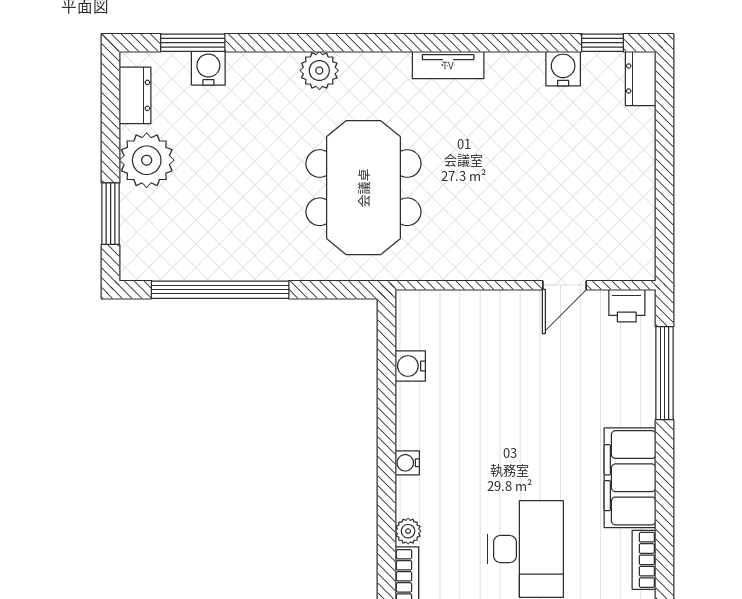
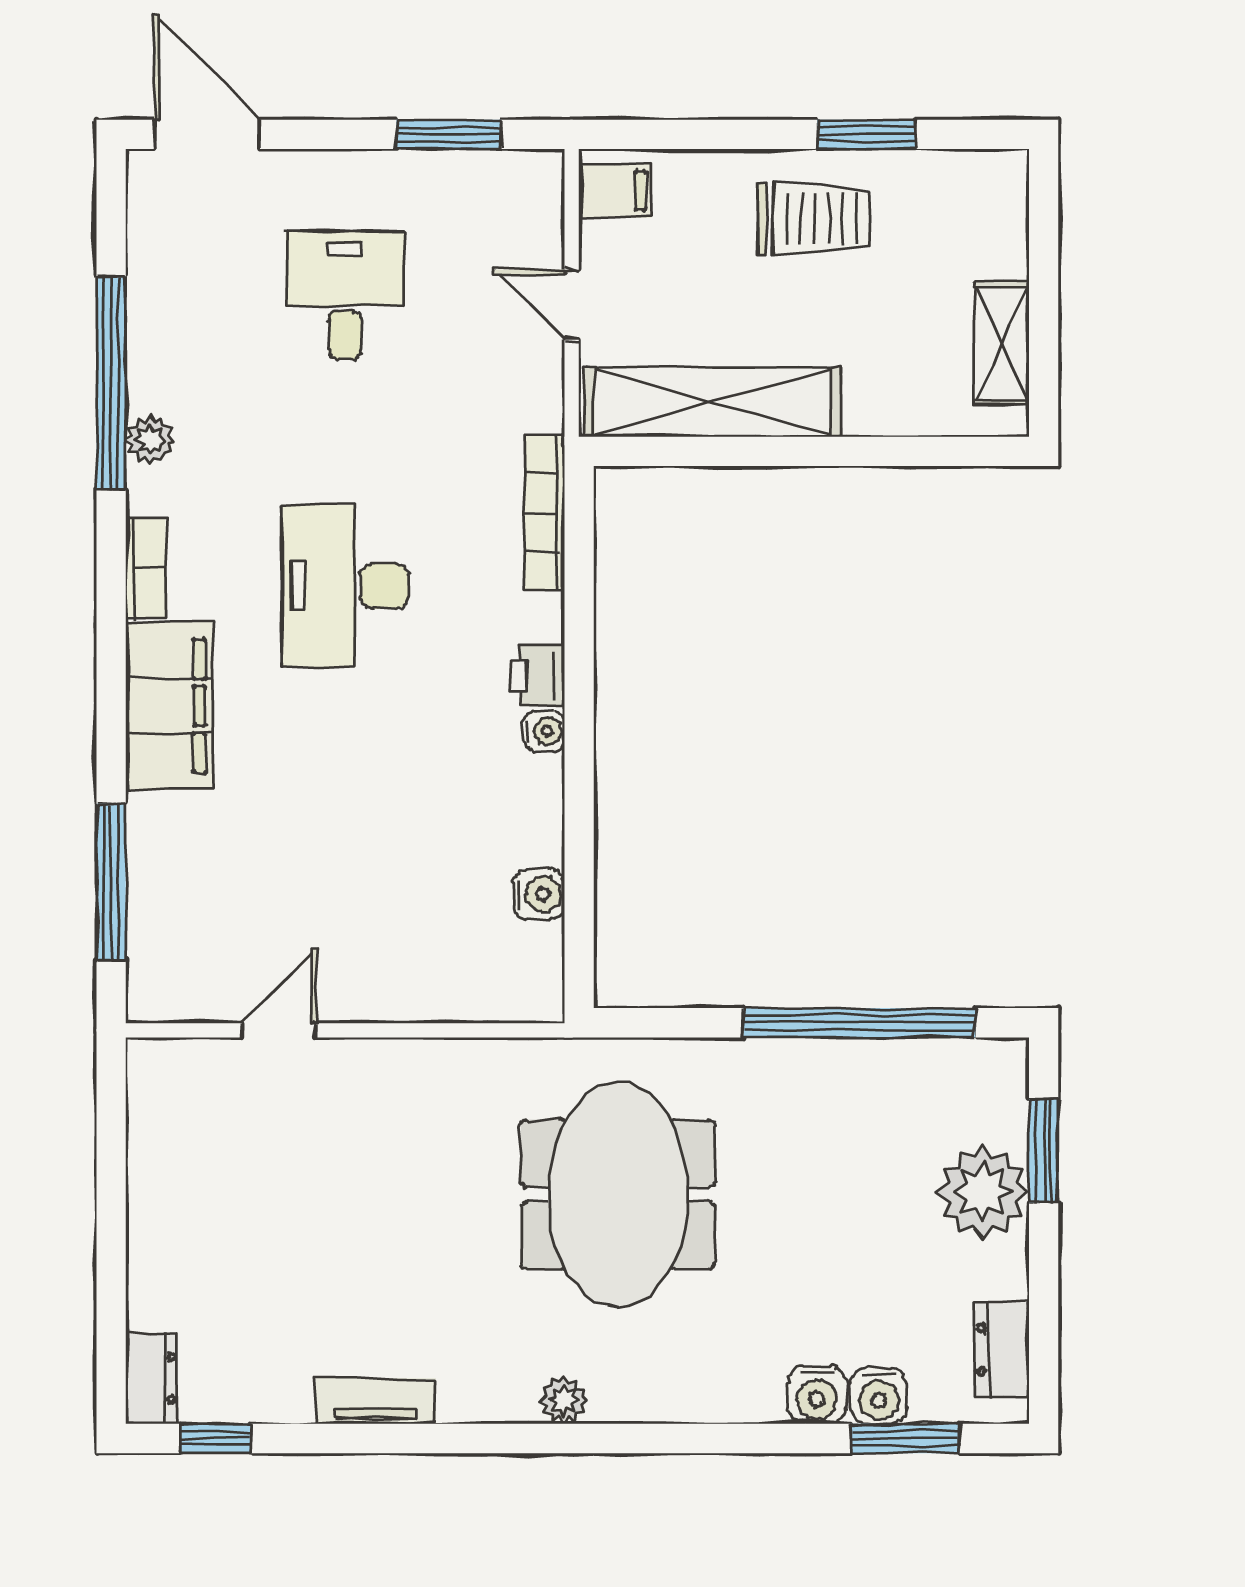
tv unit: (448, 65) -> (376, 1401), moved
water cooler: (563, 69) -> (817, 1395), moved
plant: (319, 71) -> (564, 1400), moved, width x0.73, depth x0.73
plant: (147, 160) -> (983, 1192), moved
printer: (627, 306) -> (537, 676), moved, turned -90
plant: (408, 531) -> (543, 616), removed

